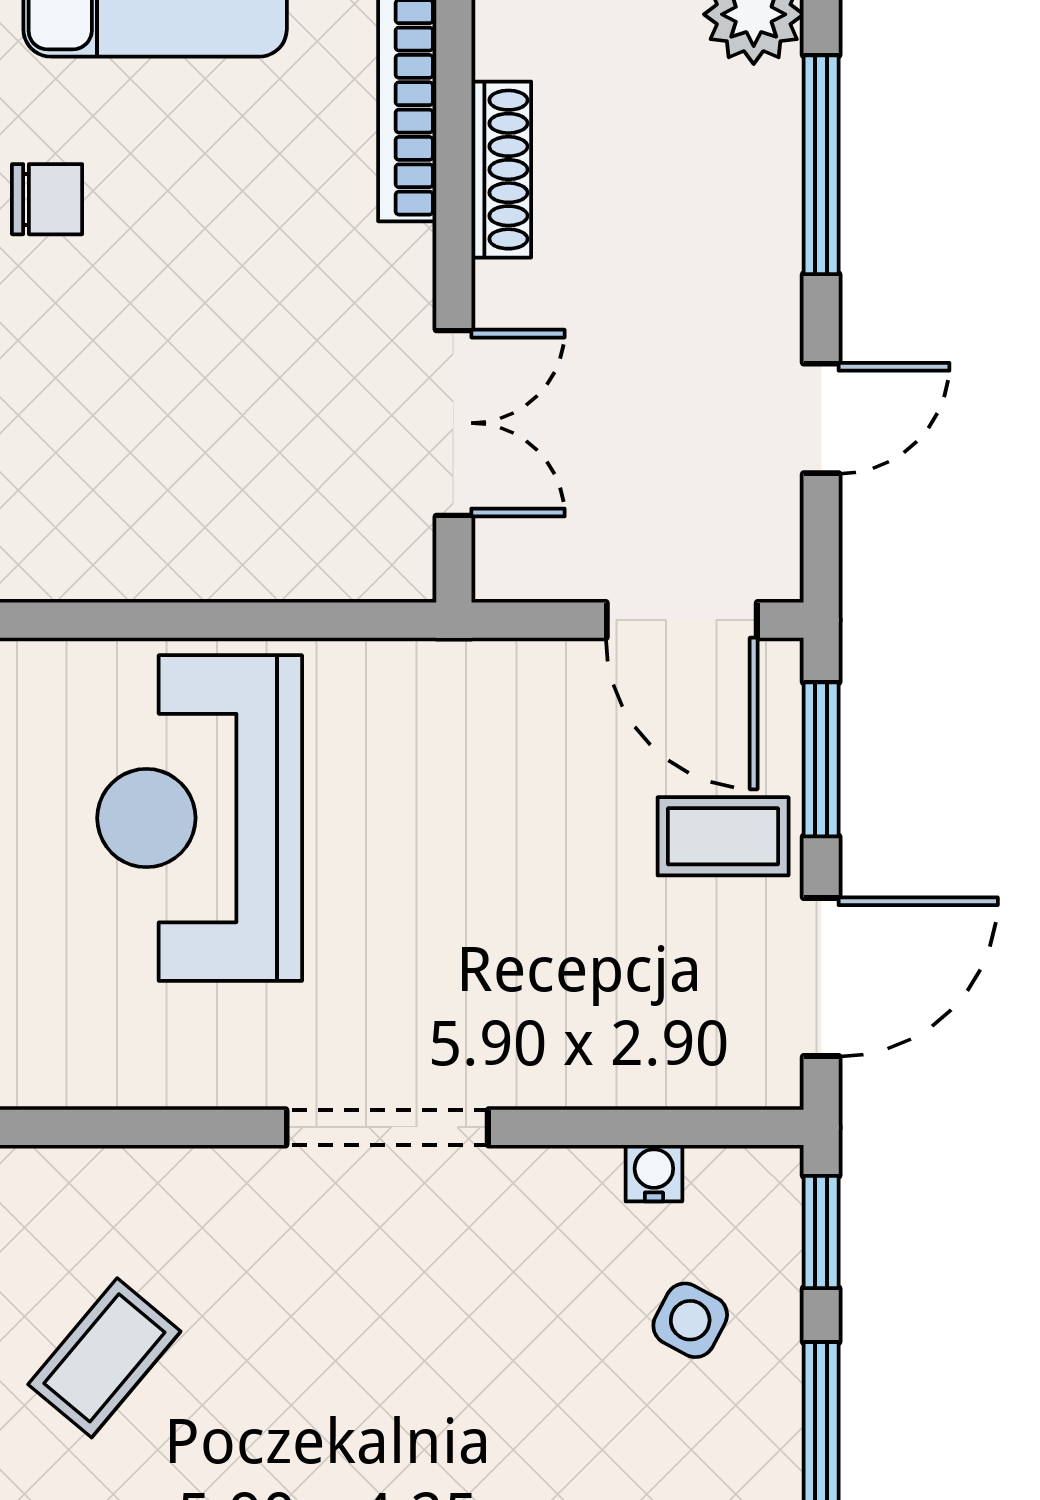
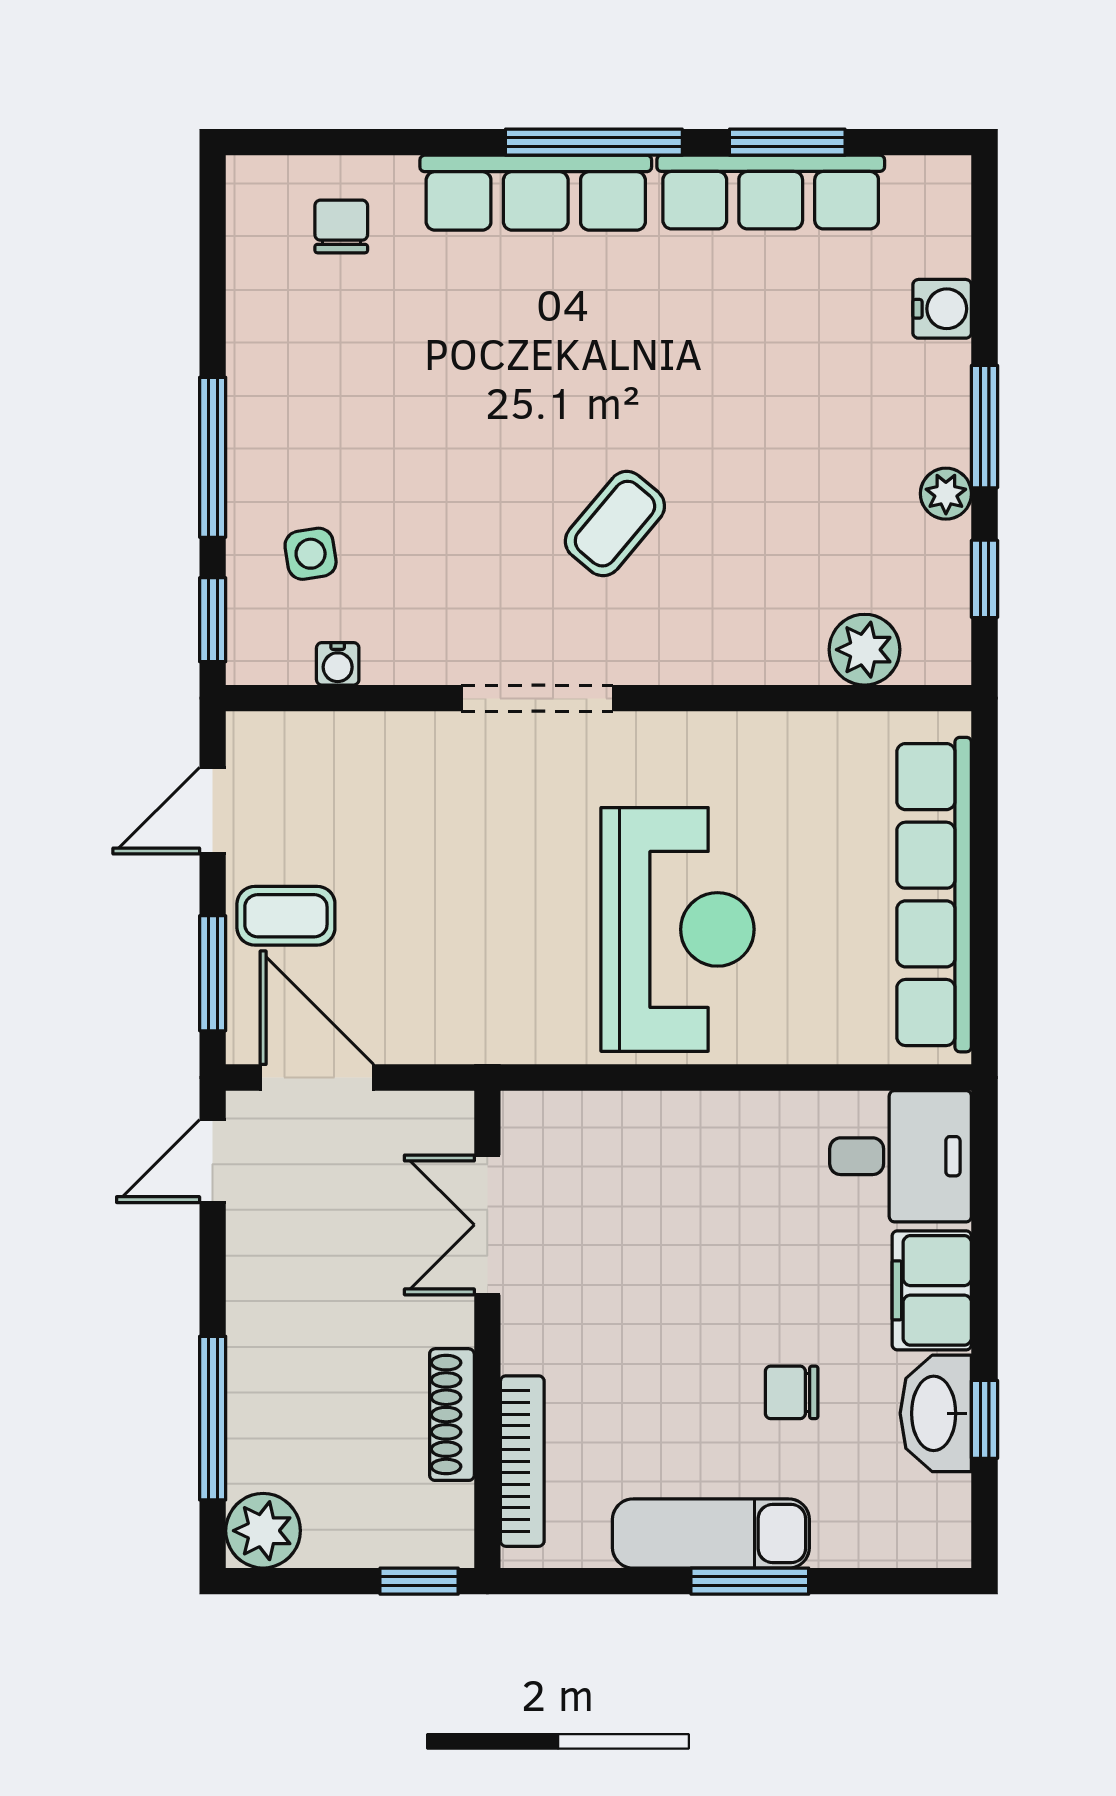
door: (821, 418) -> (213, 1161), moved
door: (821, 977) -> (213, 811), width x0.73
side table: (690, 1320) -> (311, 554), turned -37
coffee table: (104, 1358) -> (615, 524), moved

